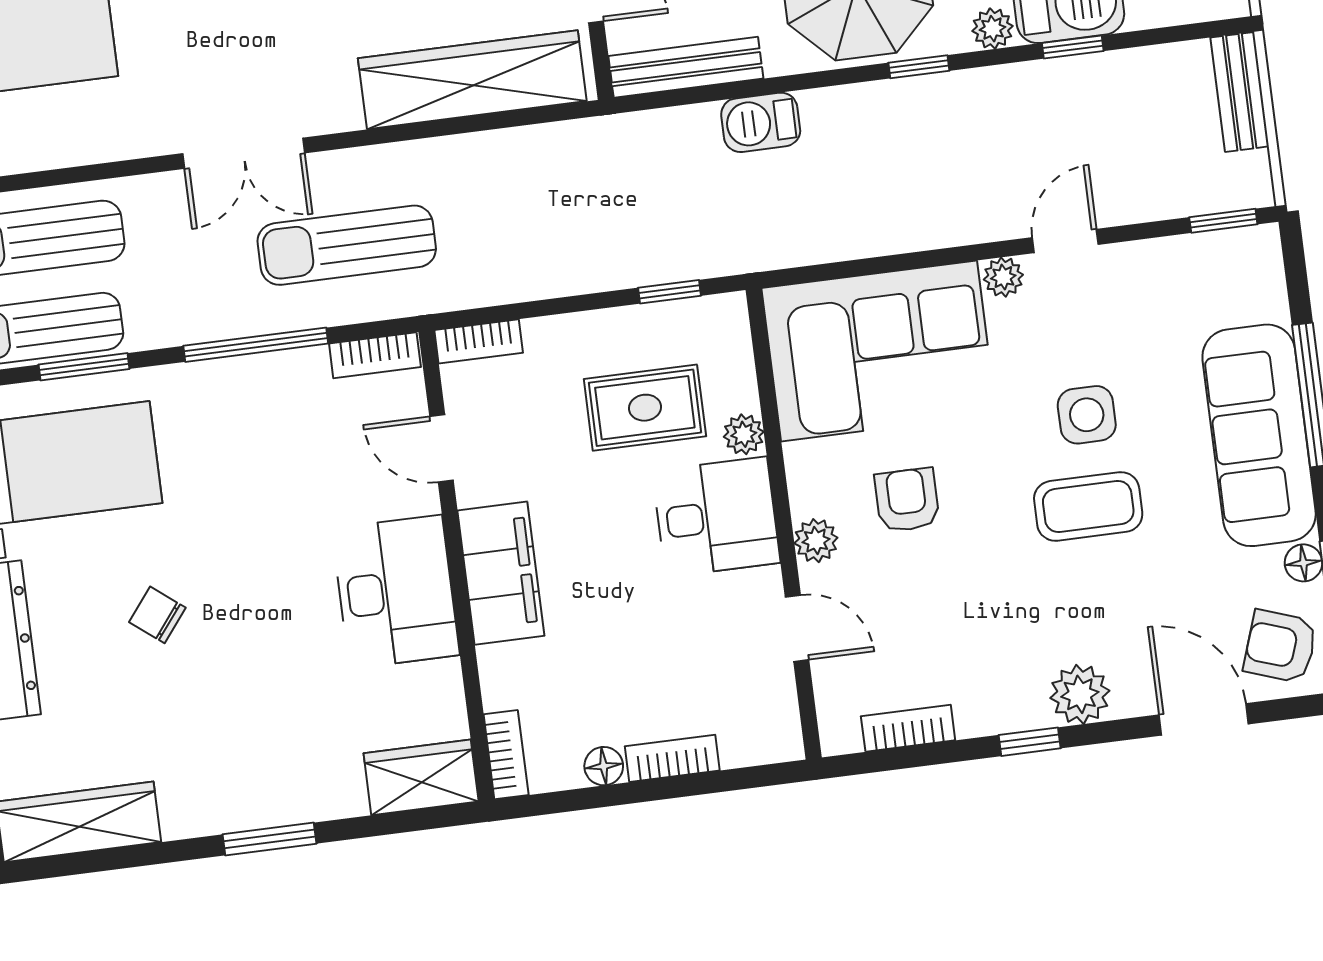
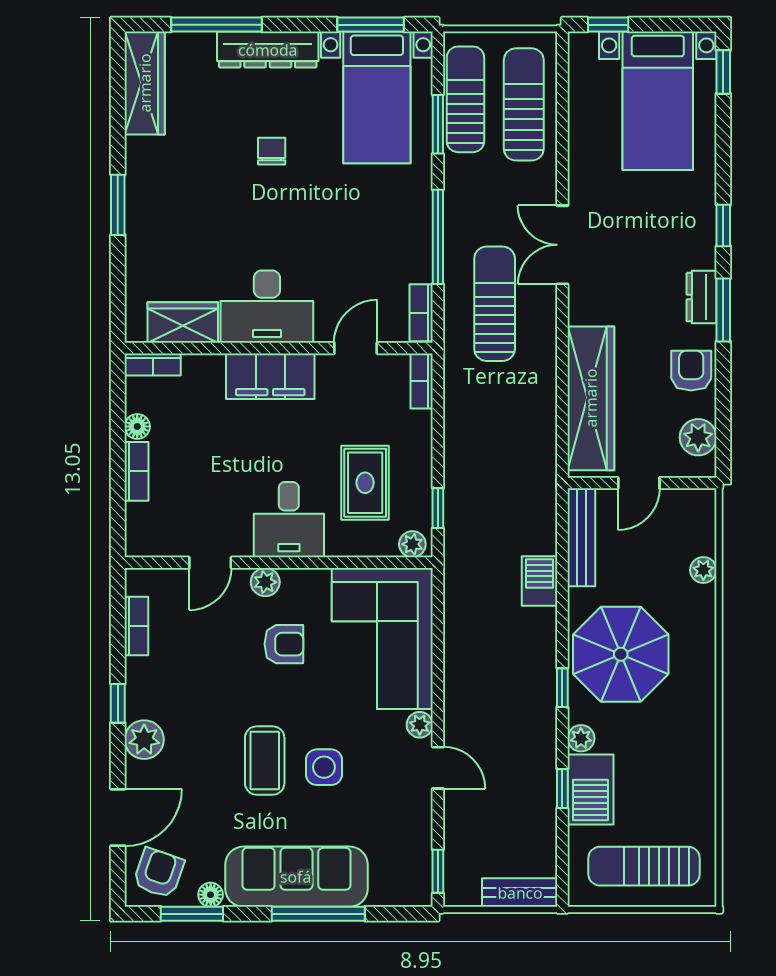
plant: (744, 434) -> (412, 544), moved
chair: (157, 615) -> (272, 151), turned -38
wardrobe: (421, 777) -> (183, 323), moved, turned -90

